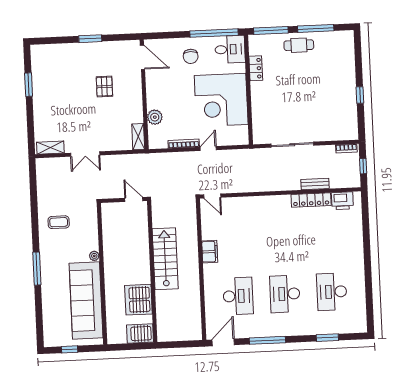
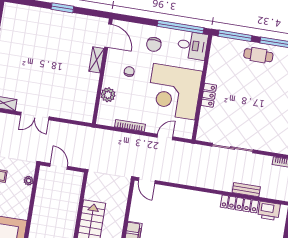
locker: (256, 68) -> (209, 95), moved
pallet: (104, 87) -> (66, 56), removed
chair: (171, 89) -> (129, 71), added
shelving: (138, 137) -> (97, 60), moved
door: (208, 148) -> (165, 137), moved
door: (134, 200) -> (59, 166), moved
plant: (94, 256) -> (29, 181), moved

